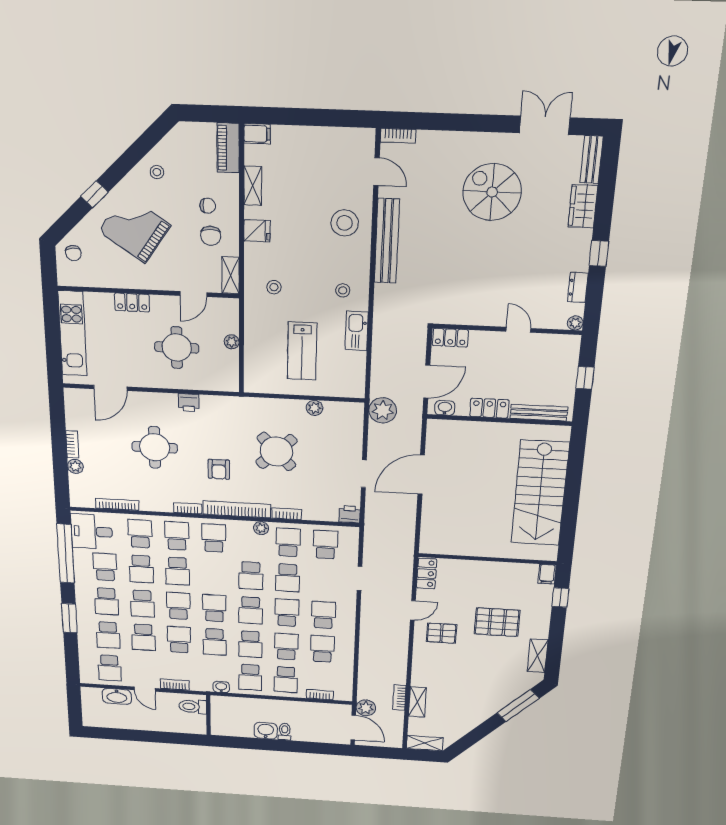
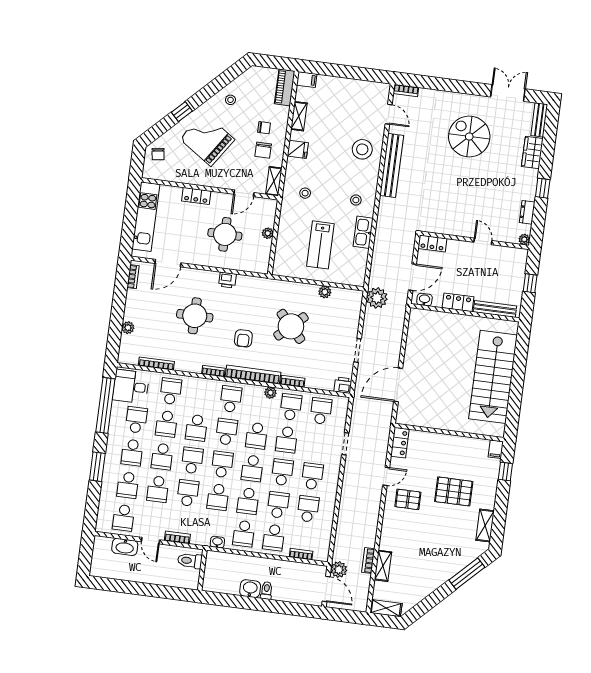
bookcase: (72, 444) -> (133, 277), moved
door: (421, 475) -> (398, 385), moved
school desk: (177, 536) -> (226, 432), moved

